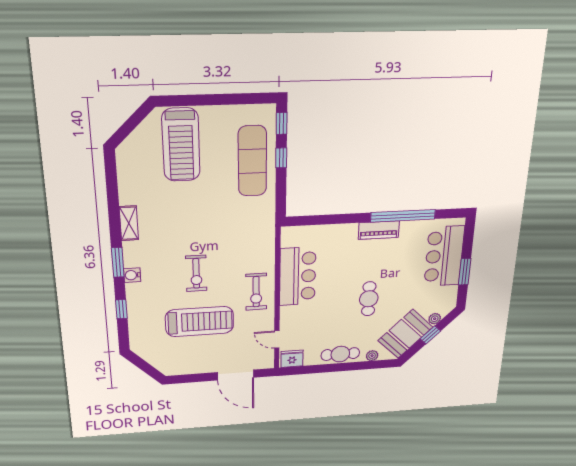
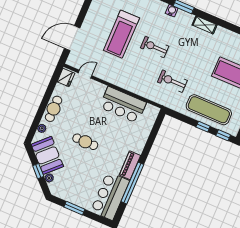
bar counter: (444, 256) -> (110, 196), moved, turned -90
exercise bike: (256, 292) -> (172, 81), moved

